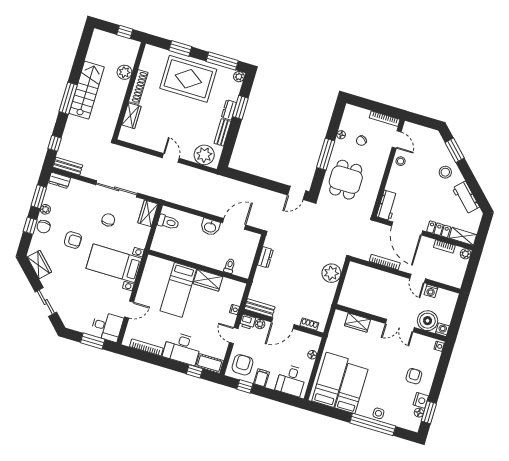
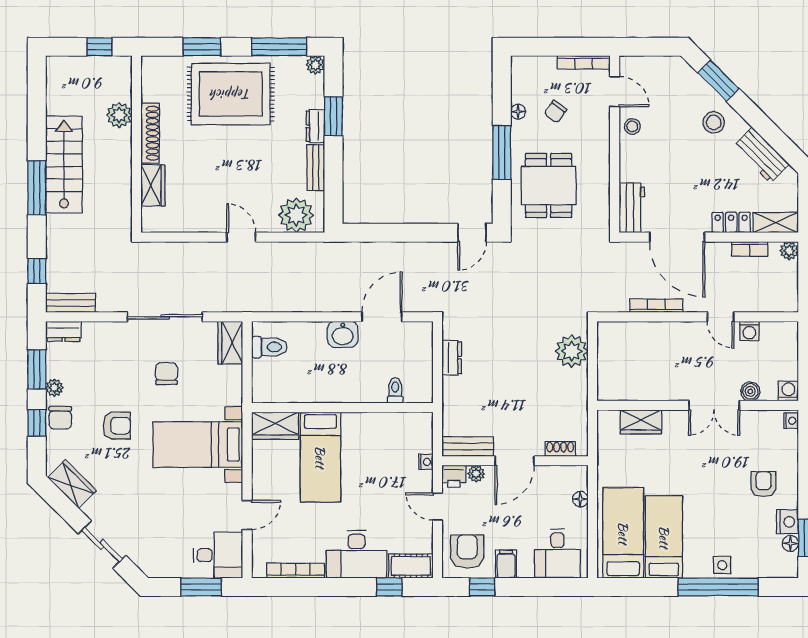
wardrobe: (208, 280) -> (275, 426), moved
boiler: (427, 321) -> (750, 391), width x0.54, depth x0.54

